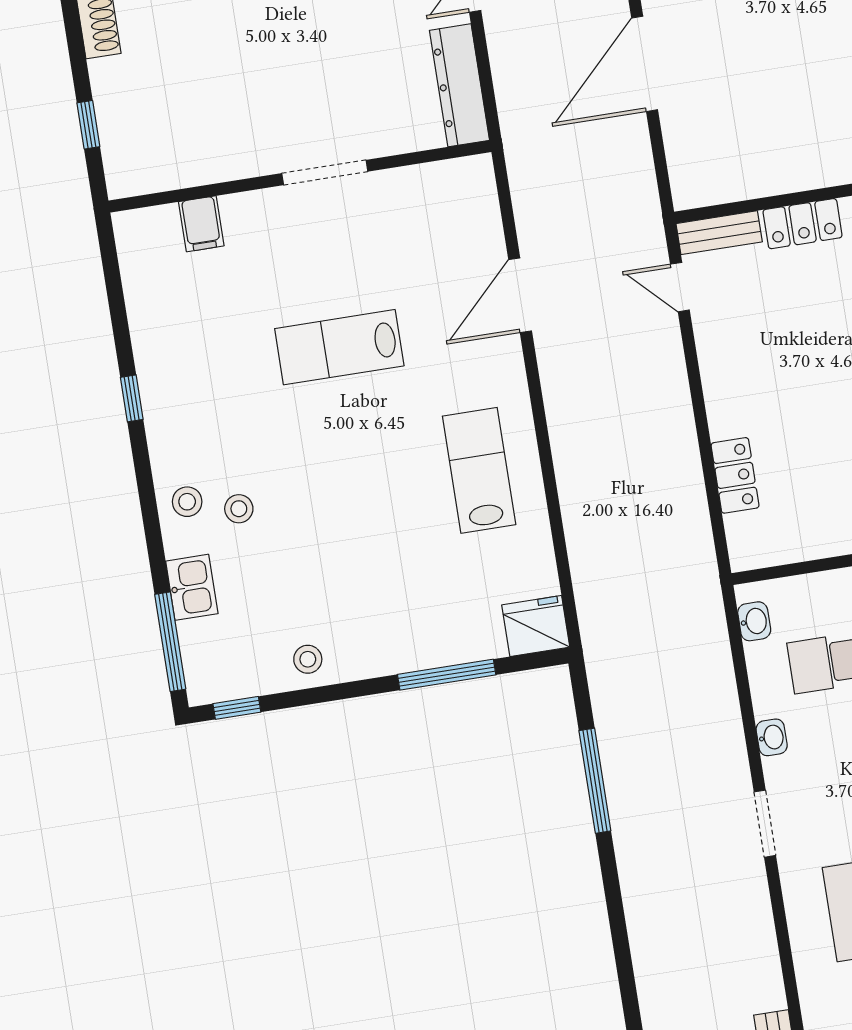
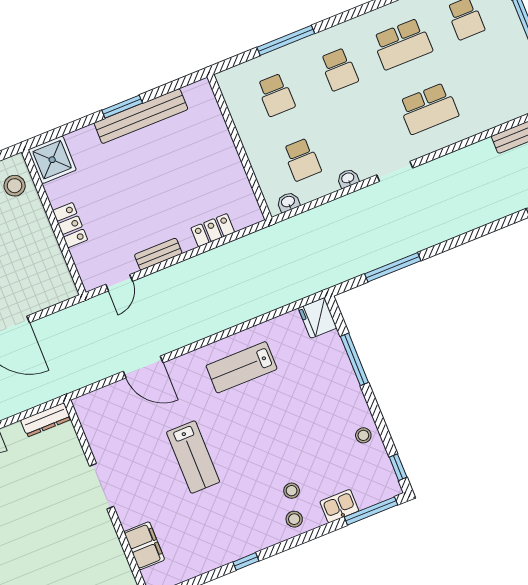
dresser: (459, 85) -> (46, 420), width x0.73, depth x0.80
filing cabinet: (201, 224) -> (144, 546), width x2.00
bench: (719, 233) -> (158, 254), moved, turned 90

